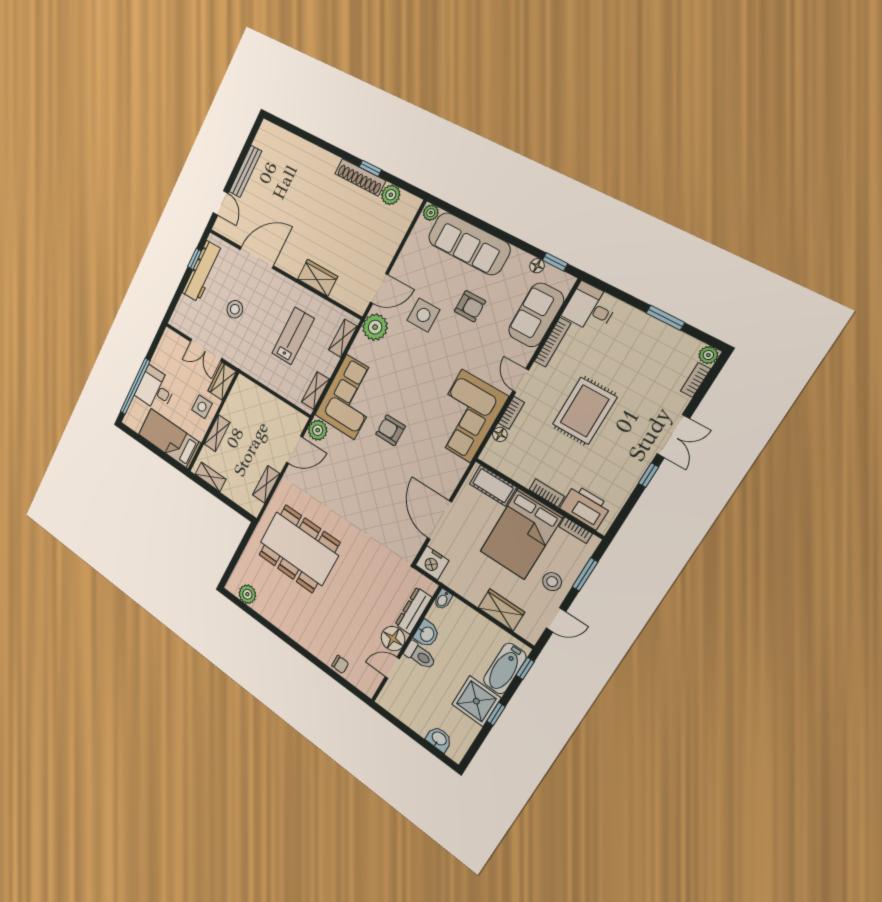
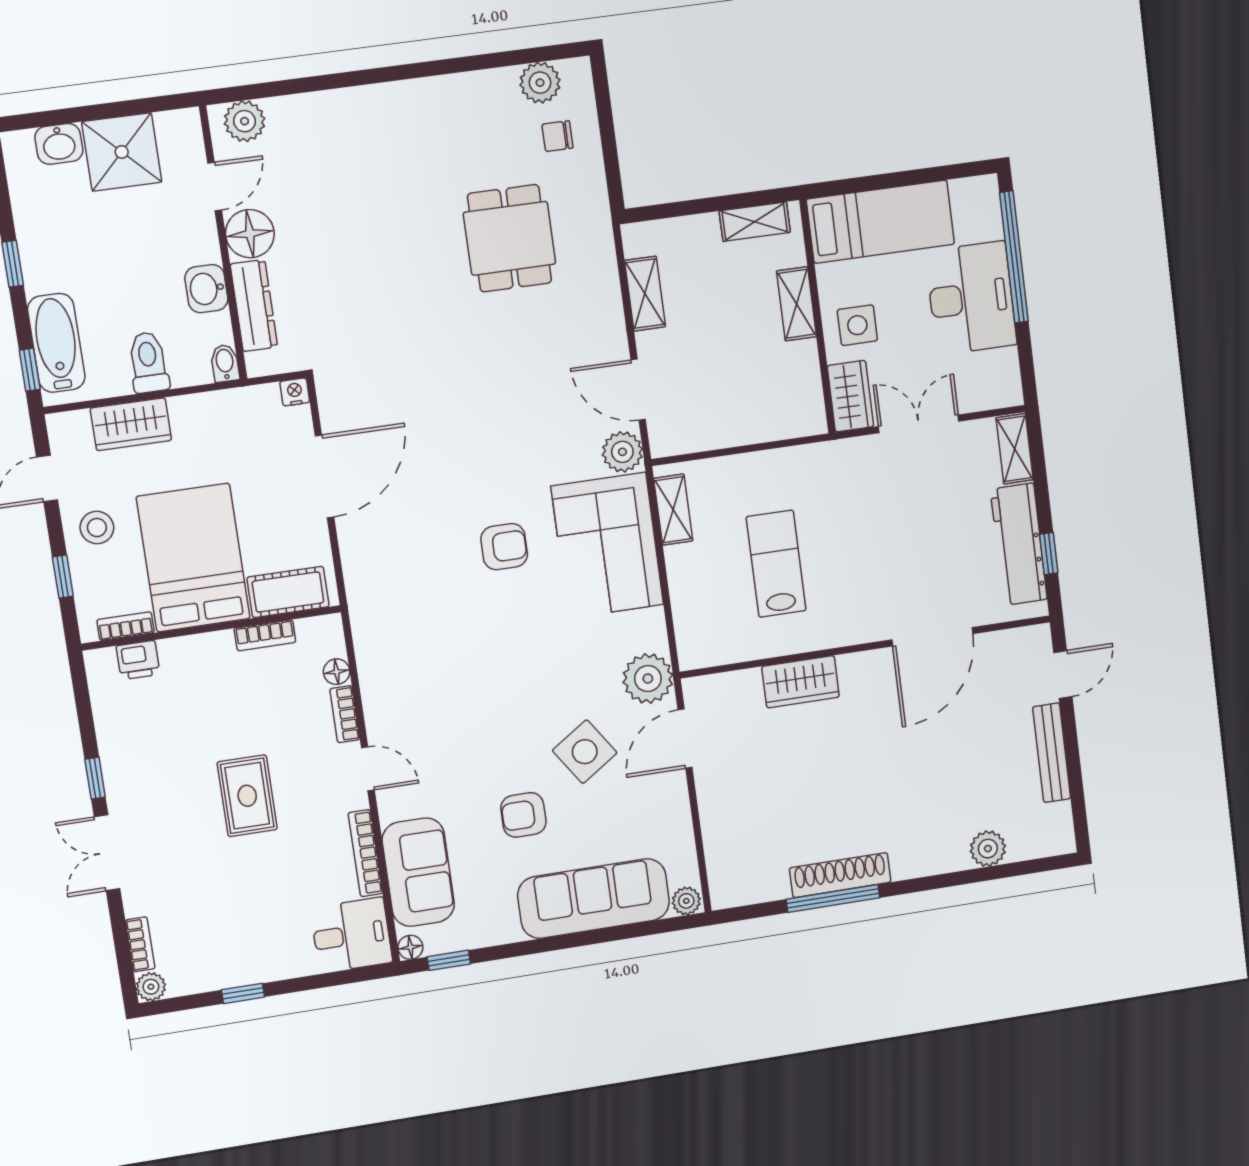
window: (370, 168) -> (833, 898), width x2.17
plant: (391, 195) -> (988, 849), moved
door: (221, 203) -> (1063, 675), swing flipped
floor lamp: (537, 266) -> (410, 947), moved
stool: (235, 309) -> (913, 528), removed
side table: (423, 315) -> (585, 752), turned -34
window: (665, 318) -> (243, 993), width x0.67
lab bench: (293, 336) -> (776, 564), turned 180
shelving: (343, 338) -> (1015, 449), moved
desk: (155, 389) -> (971, 298), width x1.37
rug: (585, 411) -> (247, 796), width x0.73, depth x0.70
corner sofa: (466, 416) -> (406, 659), removed
door: (295, 450) -> (638, 390), hinge flipped
bookcase: (547, 493) -> (265, 635), moved
printer: (585, 507) -> (138, 660), width x0.53, depth x0.68
door: (439, 520) -> (324, 476), hinge flipped
dining table: (299, 549) -> (510, 238), width x0.53, depth x0.80
nightstand: (432, 563) -> (295, 392), width x0.53, depth x0.56
window: (585, 574) -> (63, 576), width x0.67
toilet: (420, 655) -> (148, 362), moved, turned 90
chair: (340, 664) -> (557, 136), moved
plant: (362, 680) -> (245, 121), added
shower: (476, 701) -> (122, 152), moved

